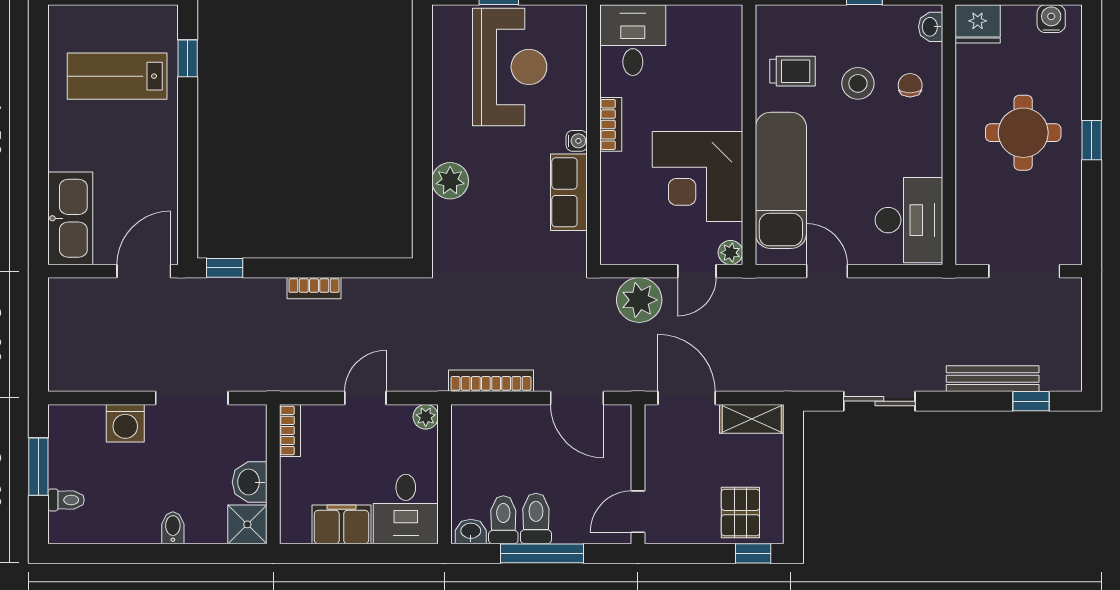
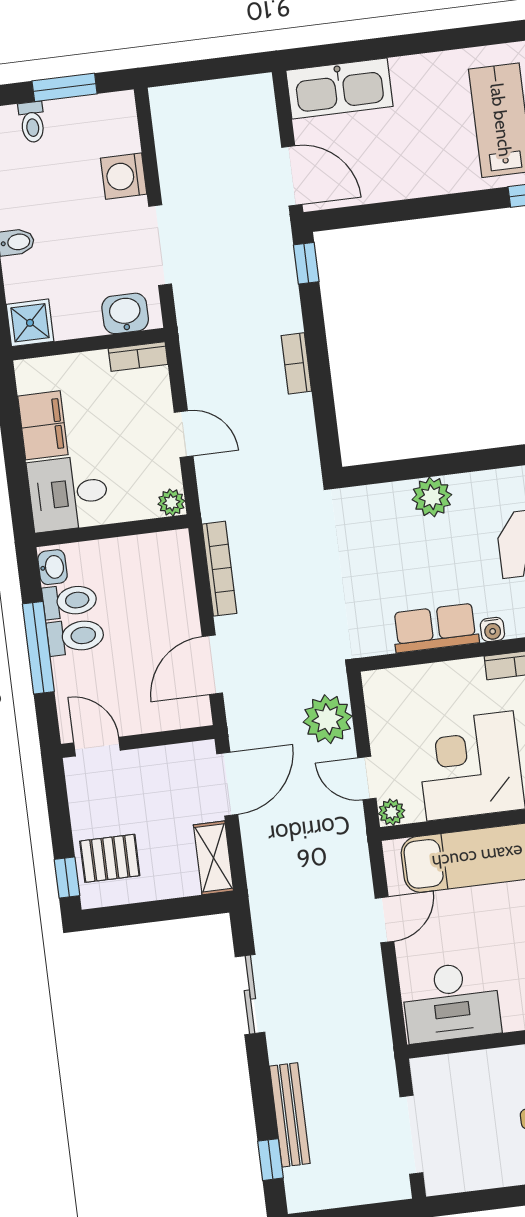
washbasin: (250, 482) -> (125, 313), moved

